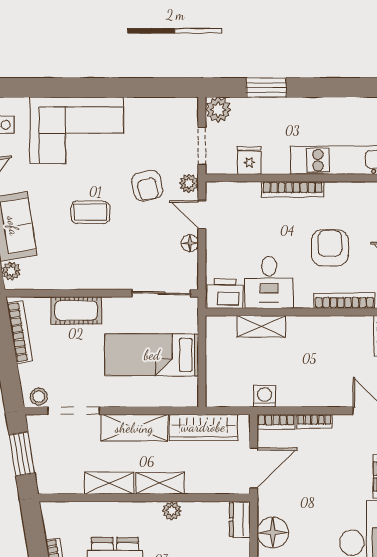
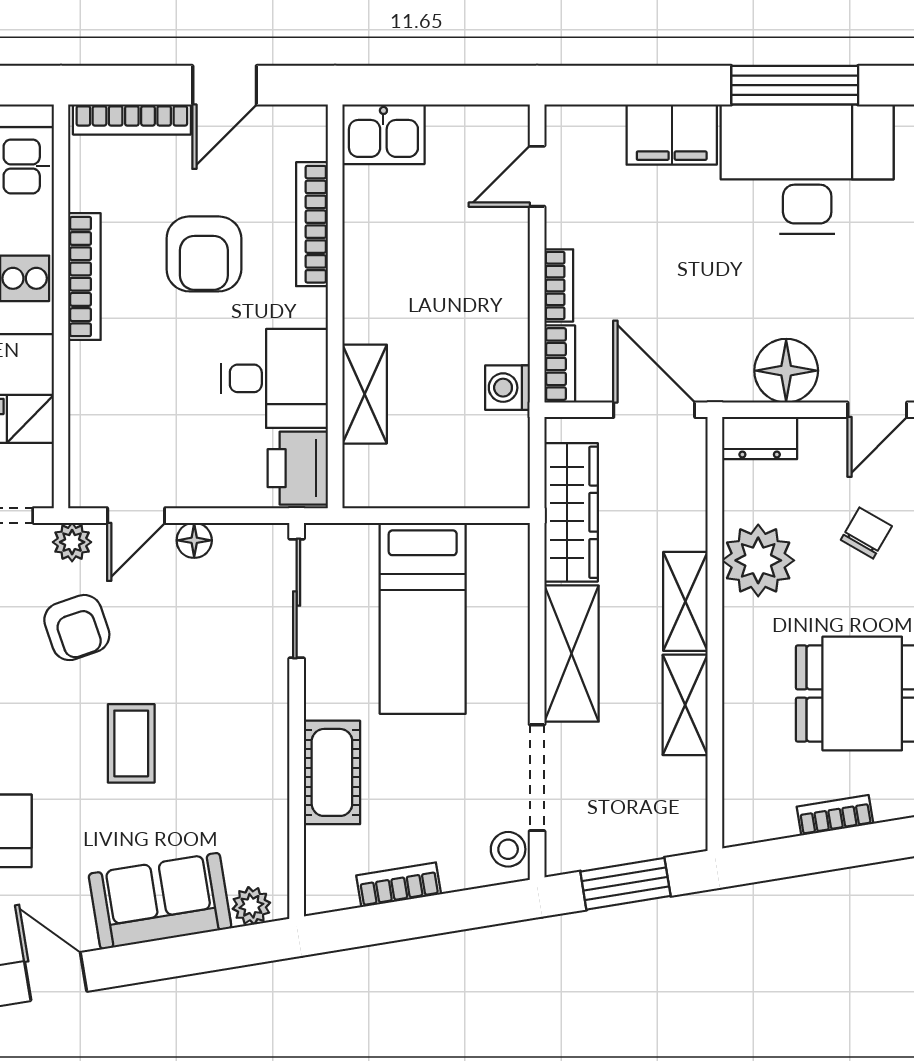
armchair: (147, 186) -> (77, 628), turned 83
bookcase: (293, 189) -> (84, 277), moved
armchair: (330, 248) -> (204, 254), turned -90
bookcase: (20, 332) -> (399, 885), width x0.64
plant: (172, 511) -> (758, 560), width x1.88, depth x1.88

